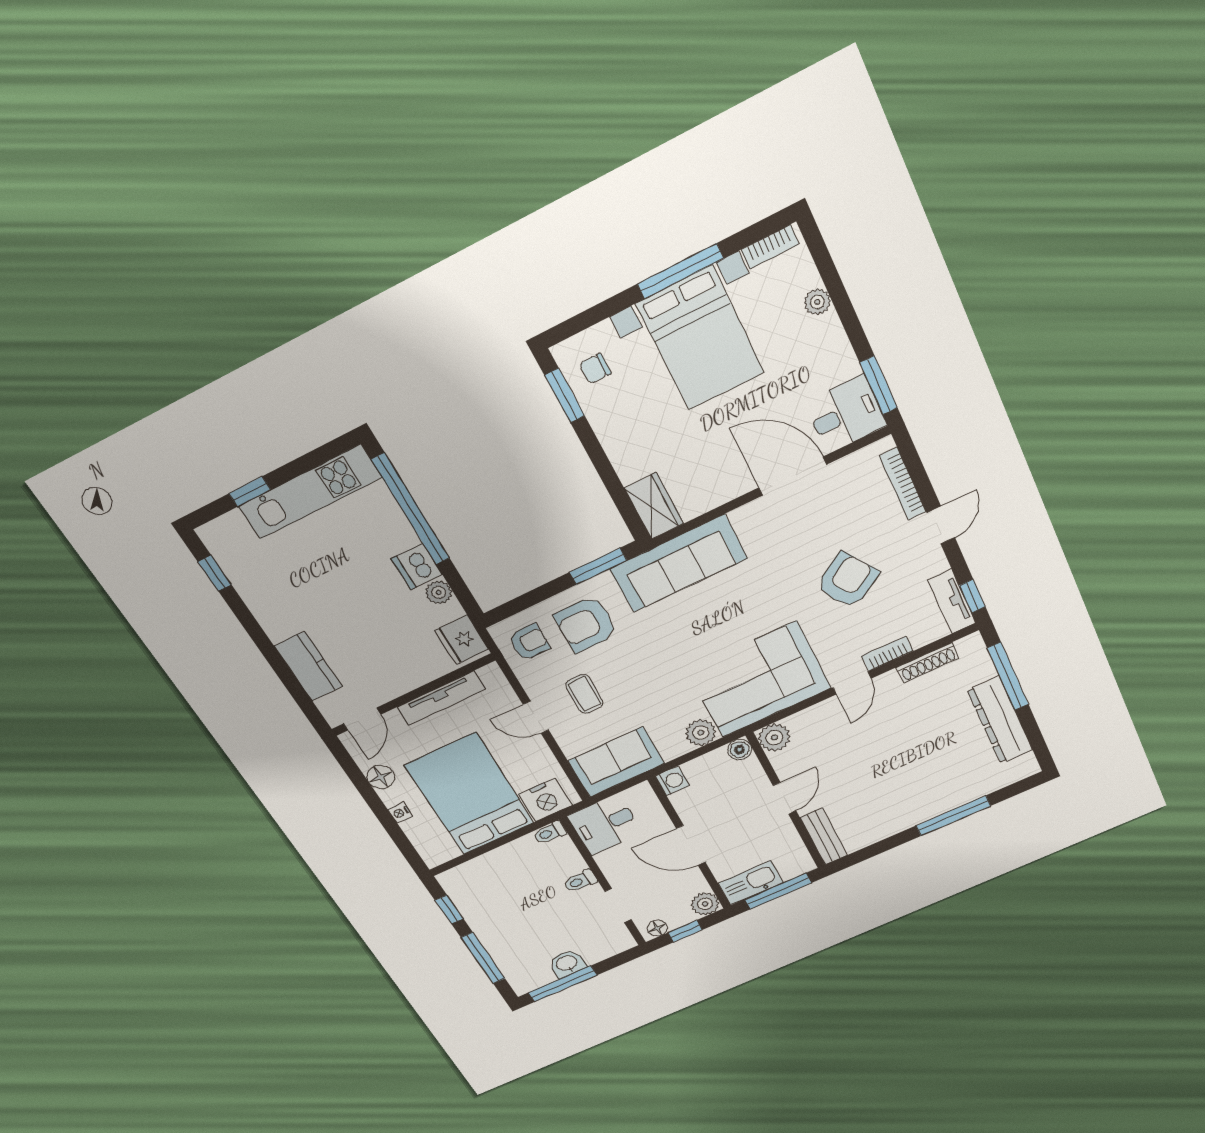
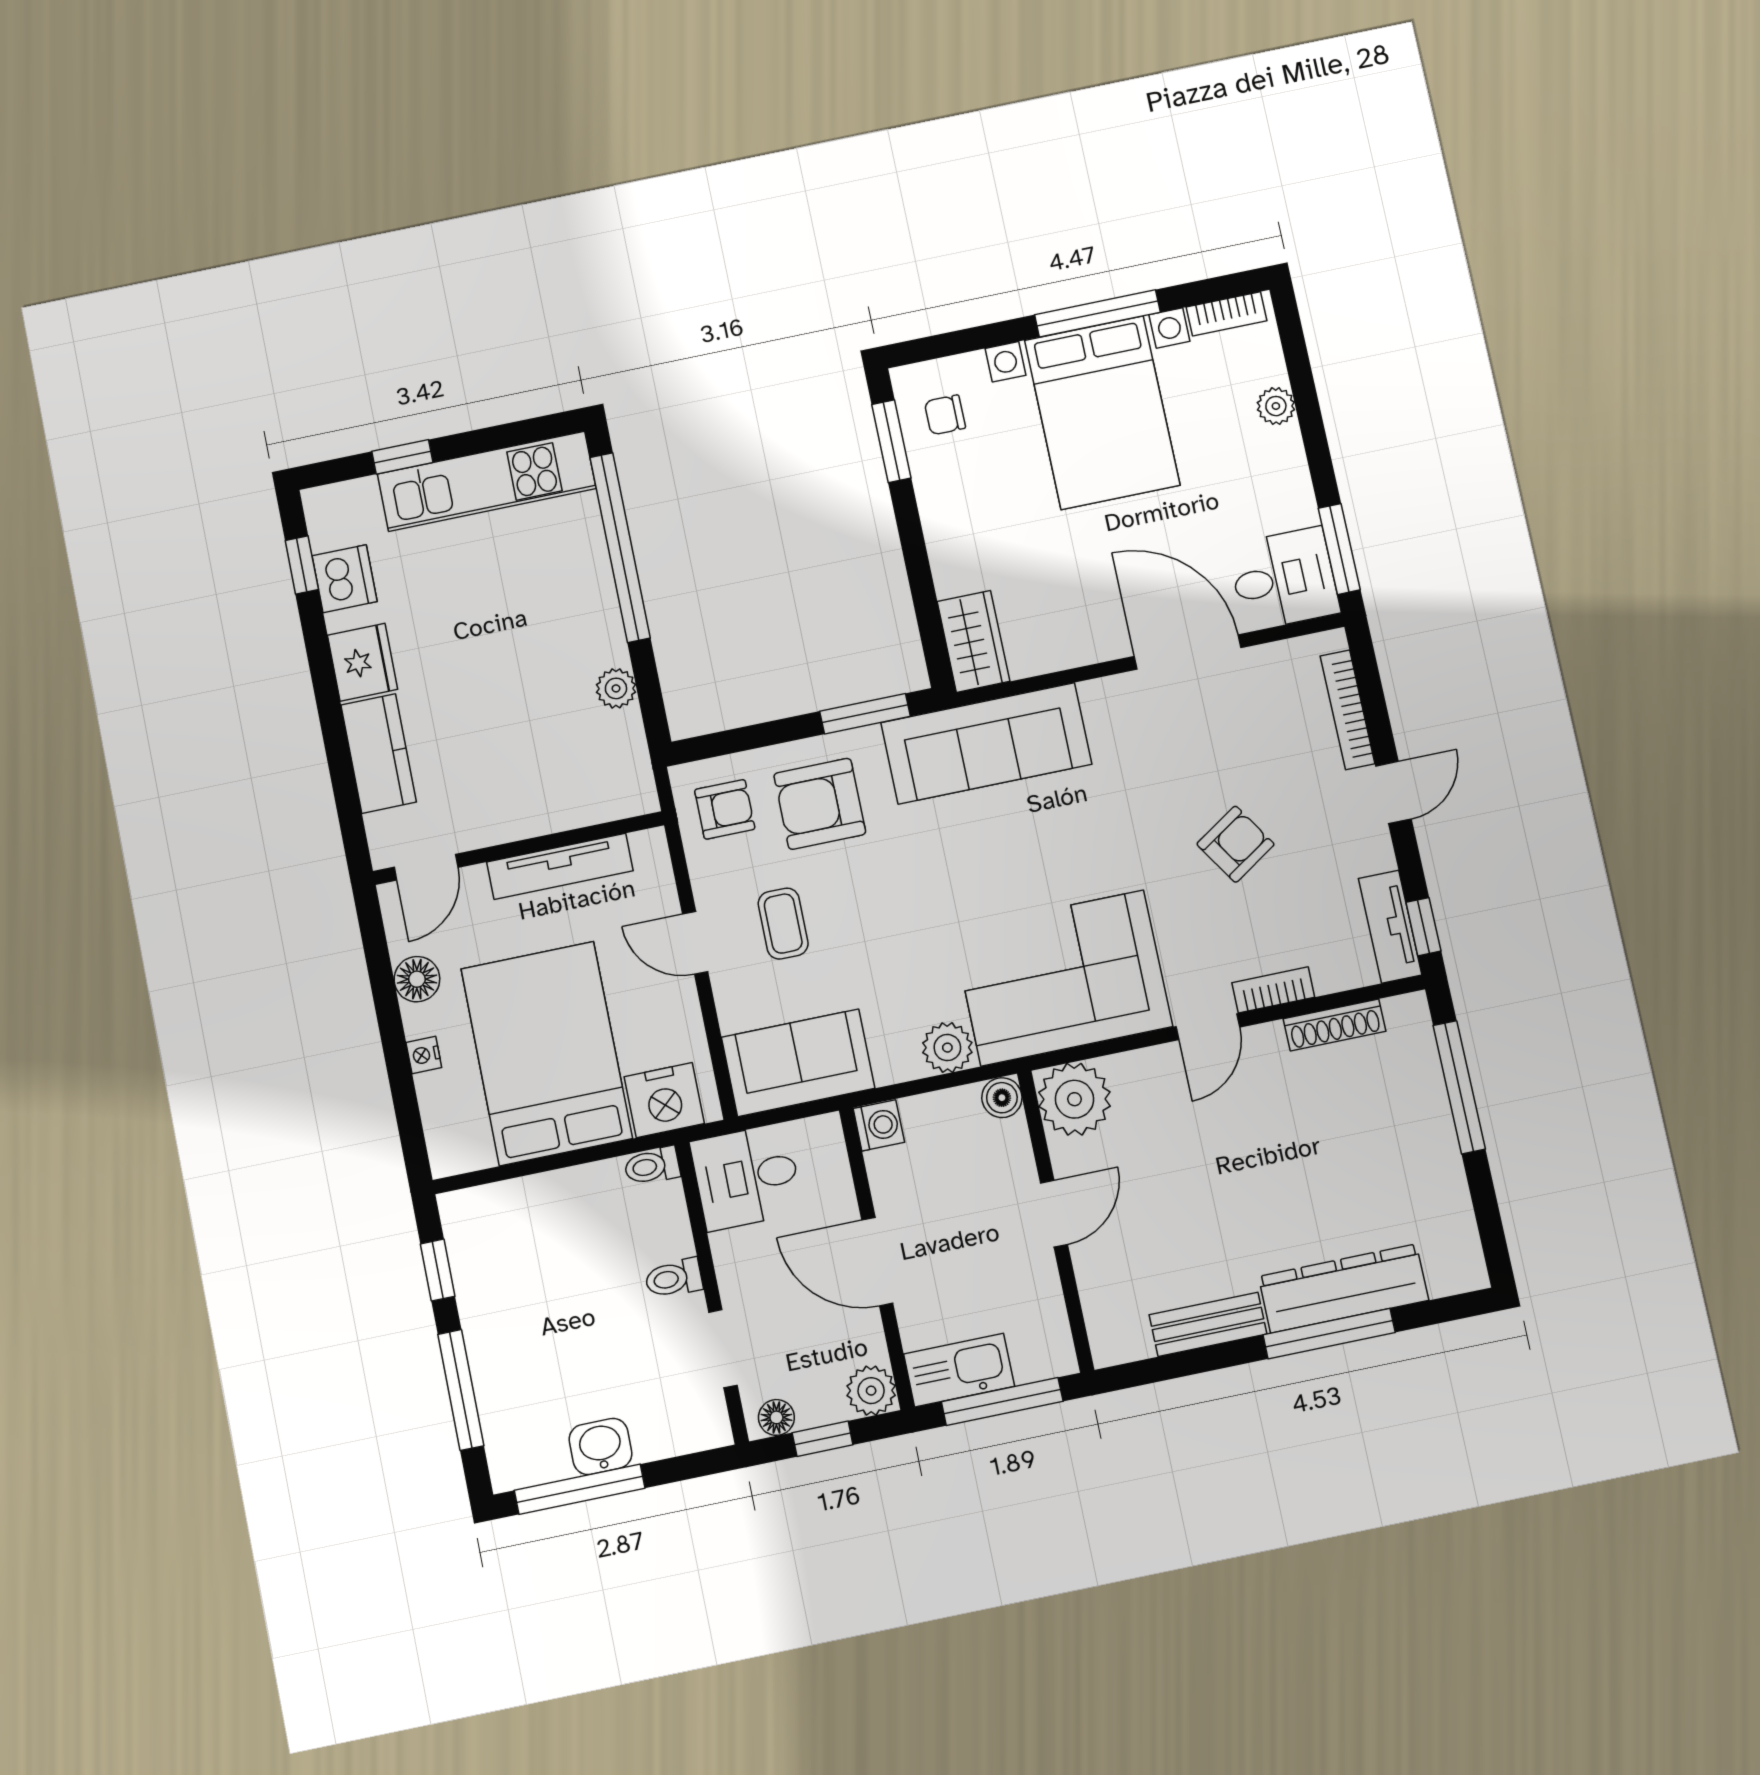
dishwasher: (417, 567) -> (345, 579), moved, turned 180
armchair: (848, 580) -> (1236, 844), width x0.72, depth x0.72
fridge: (462, 640) -> (363, 662), moved, turned 180
dresser: (1000, 720) -> (1344, 1288), moved, turned 90
plant: (774, 738) -> (1075, 1099), width x1.36, depth x1.36
bench: (824, 836) -> (1208, 1324), moved, turned 90

